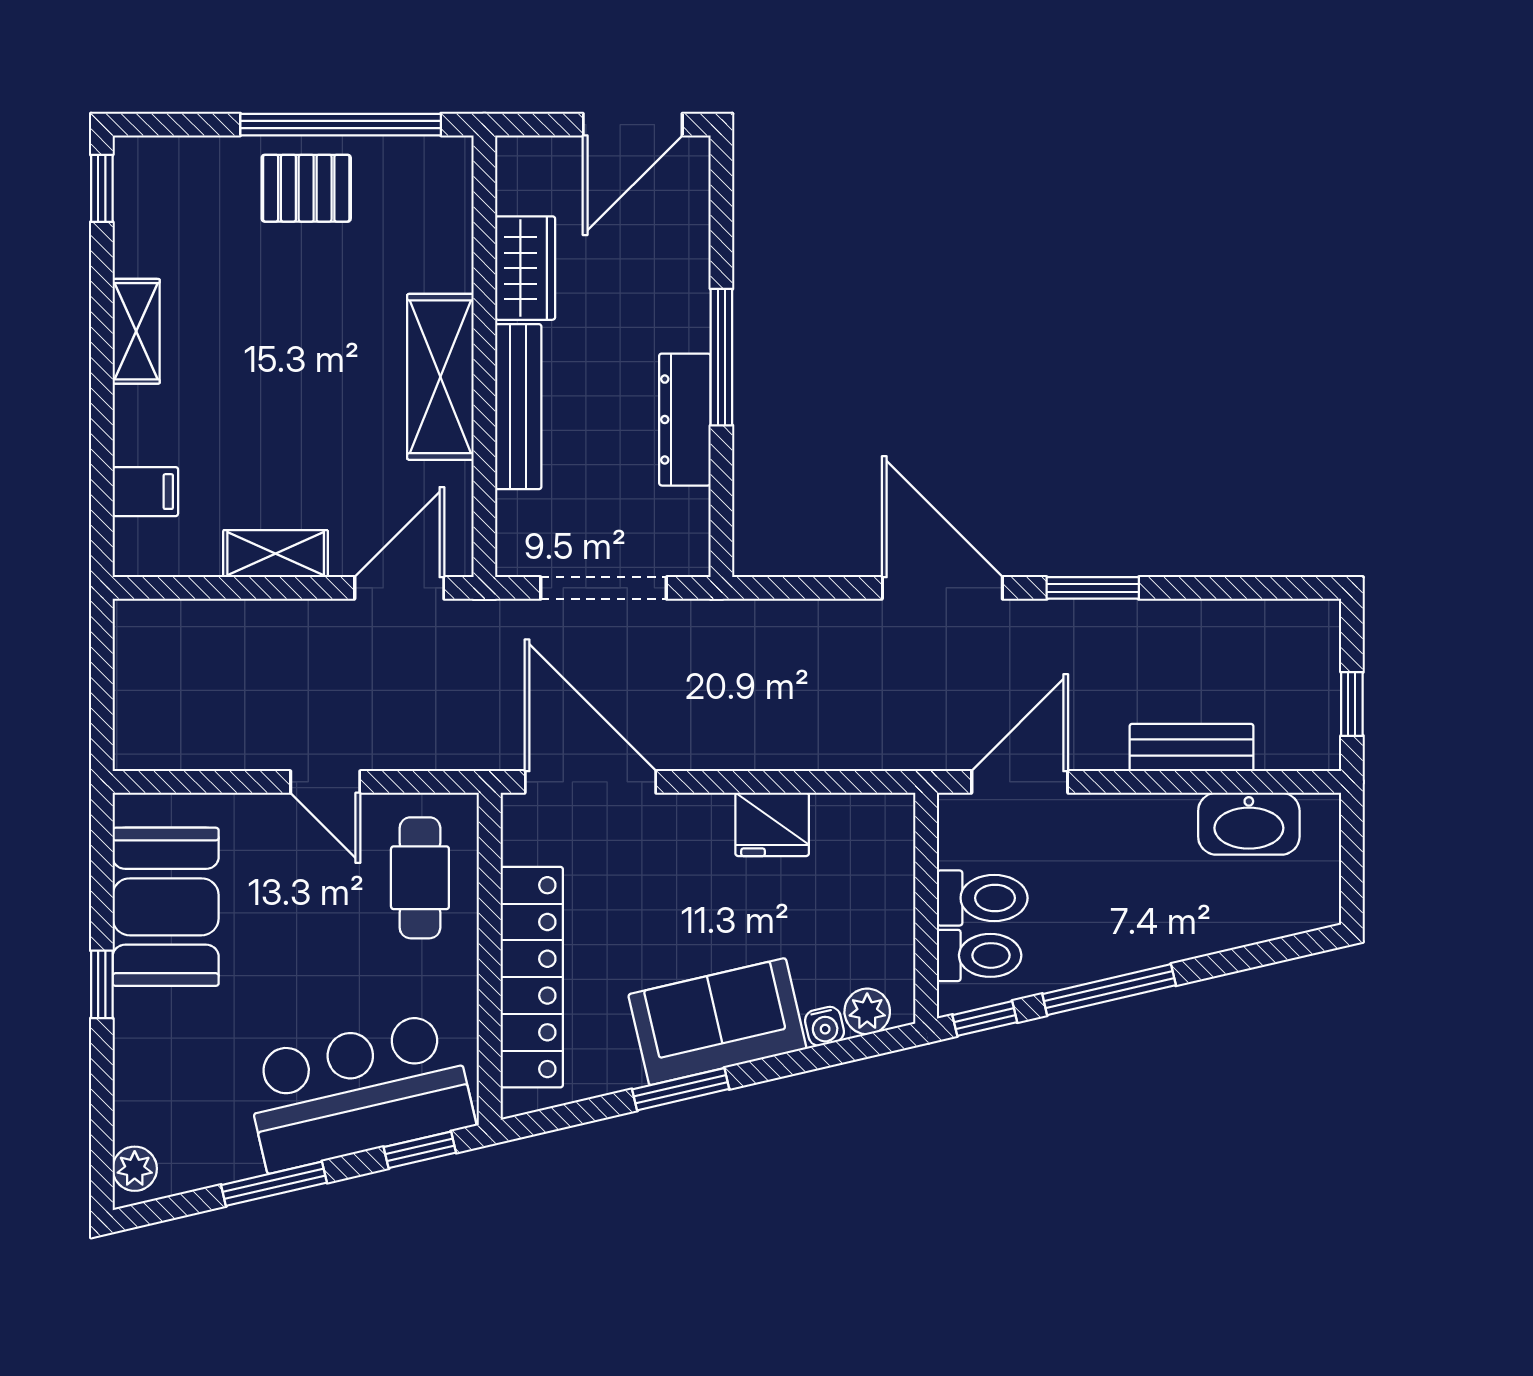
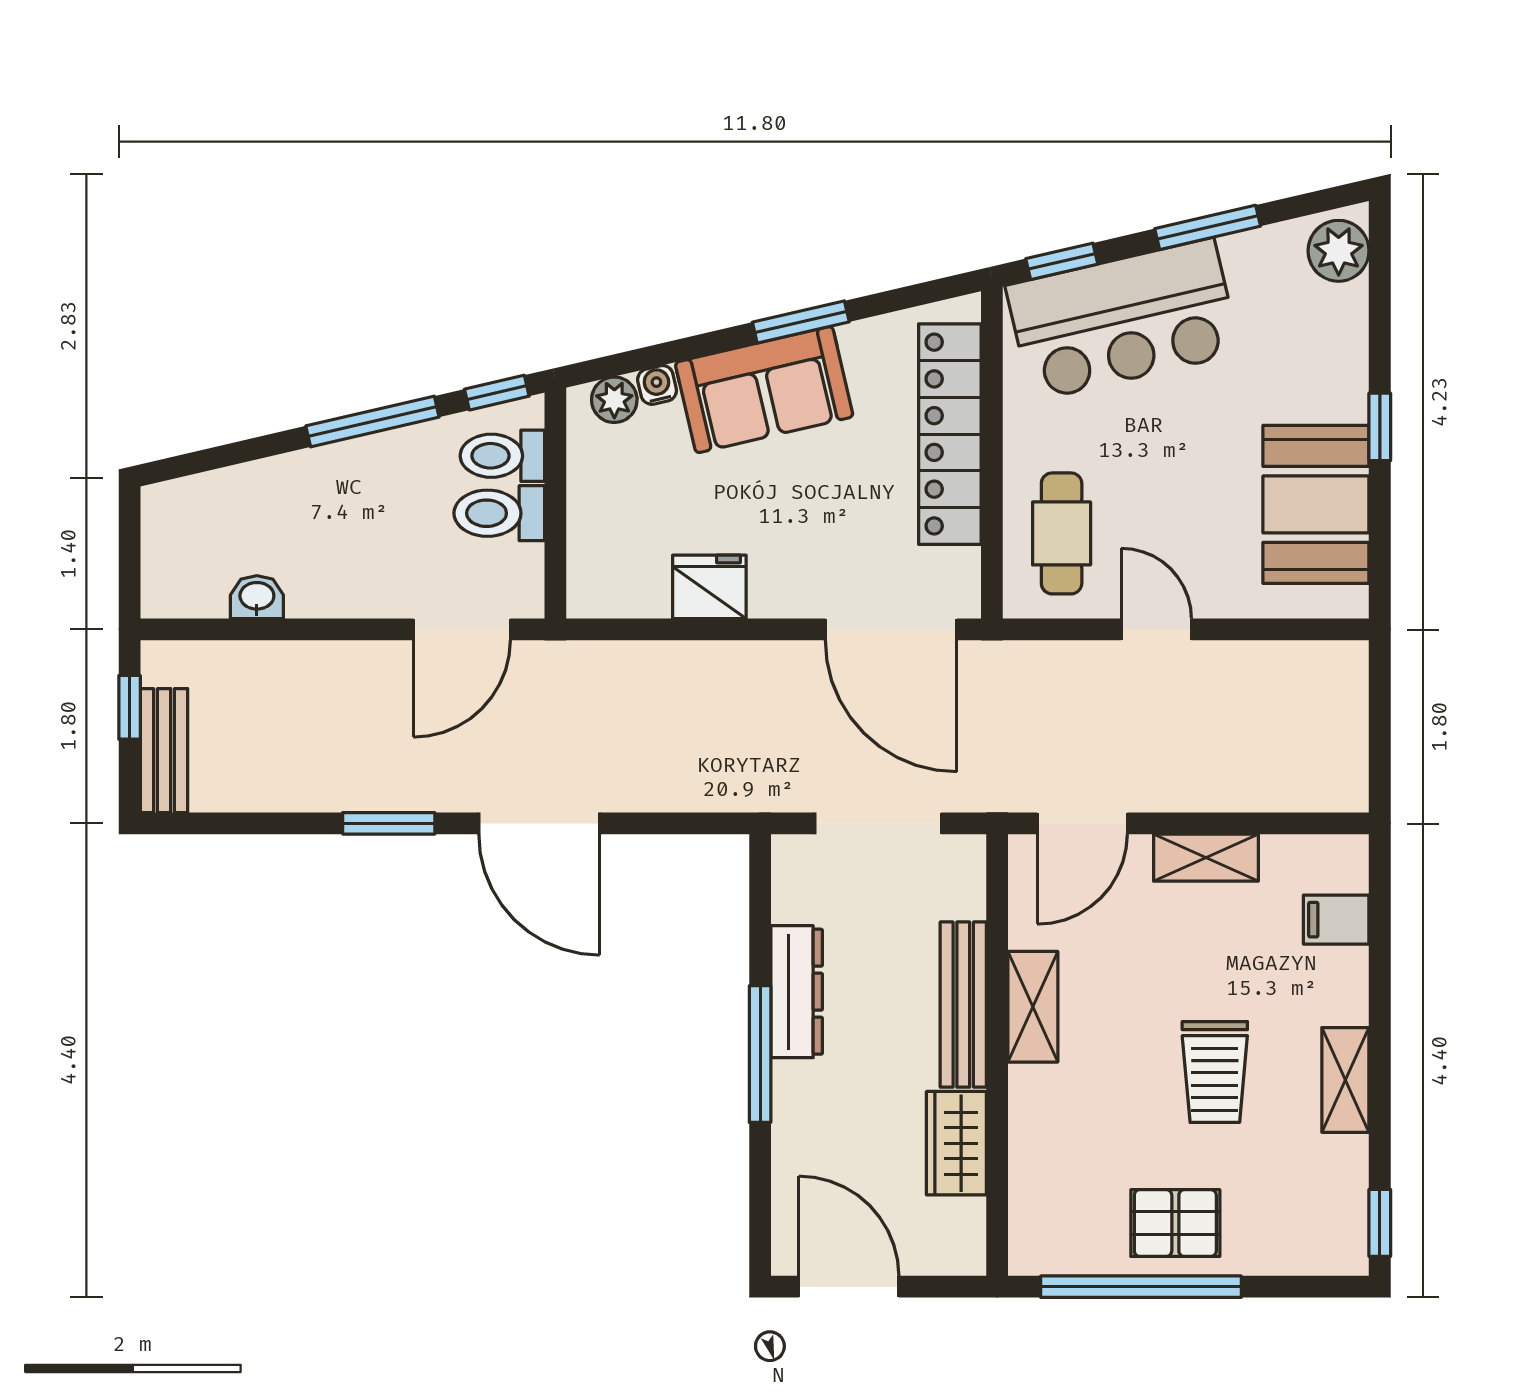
door: (633, 125) -> (849, 1287), hinge flipped
trolley: (267, 339) -> (1215, 1072), added
shelving: (440, 377) -> (1033, 1007), width x0.67, depth x0.75
bench: (1192, 747) -> (164, 751), moved, turned 90
washbasin: (1249, 824) -> (257, 597), width x0.52, depth x0.69
plant: (135, 1169) -> (1339, 251), width x1.38, depth x1.38

